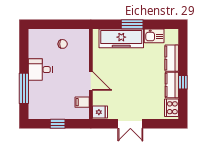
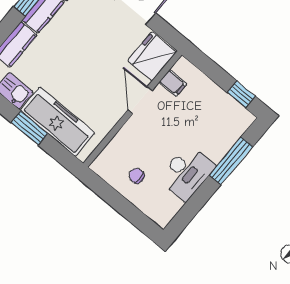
desk: (40, 70) -> (187, 172), width x1.37
fridge: (100, 112) -> (152, 56), width x1.88, depth x1.34
window: (58, 124) -> (241, 94), moved

